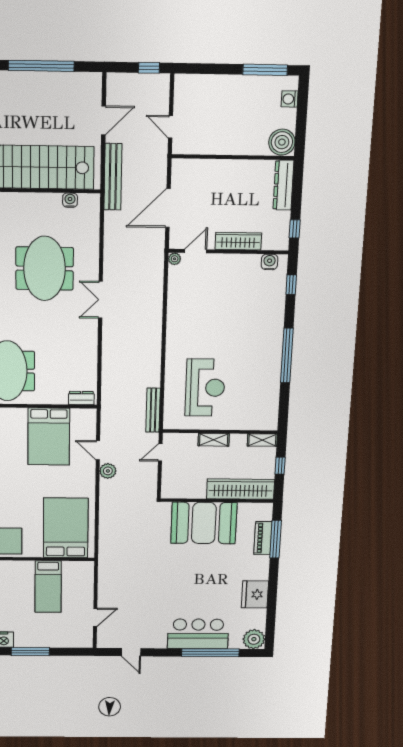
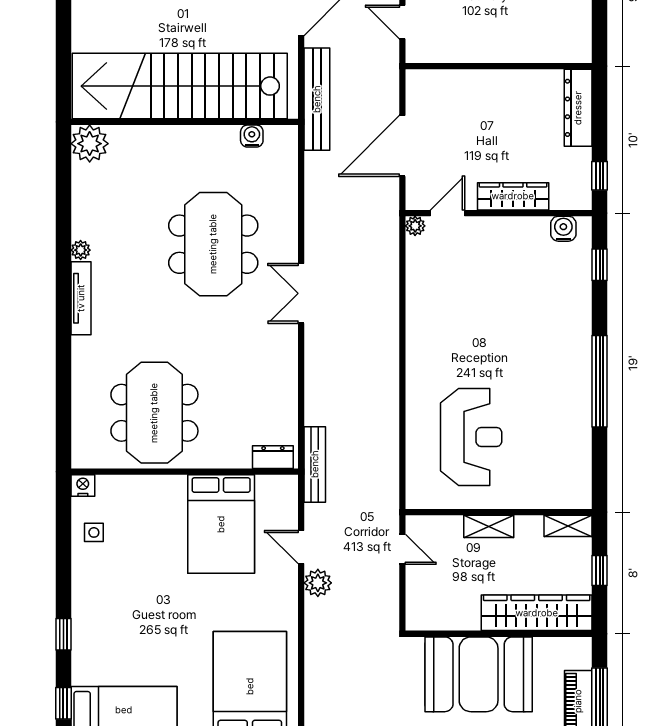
boiler: (282, 142) -> (572, 42), removed
bench: (153, 410) -> (315, 464), moved
door: (160, 452) -> (402, 549), swing flipped

